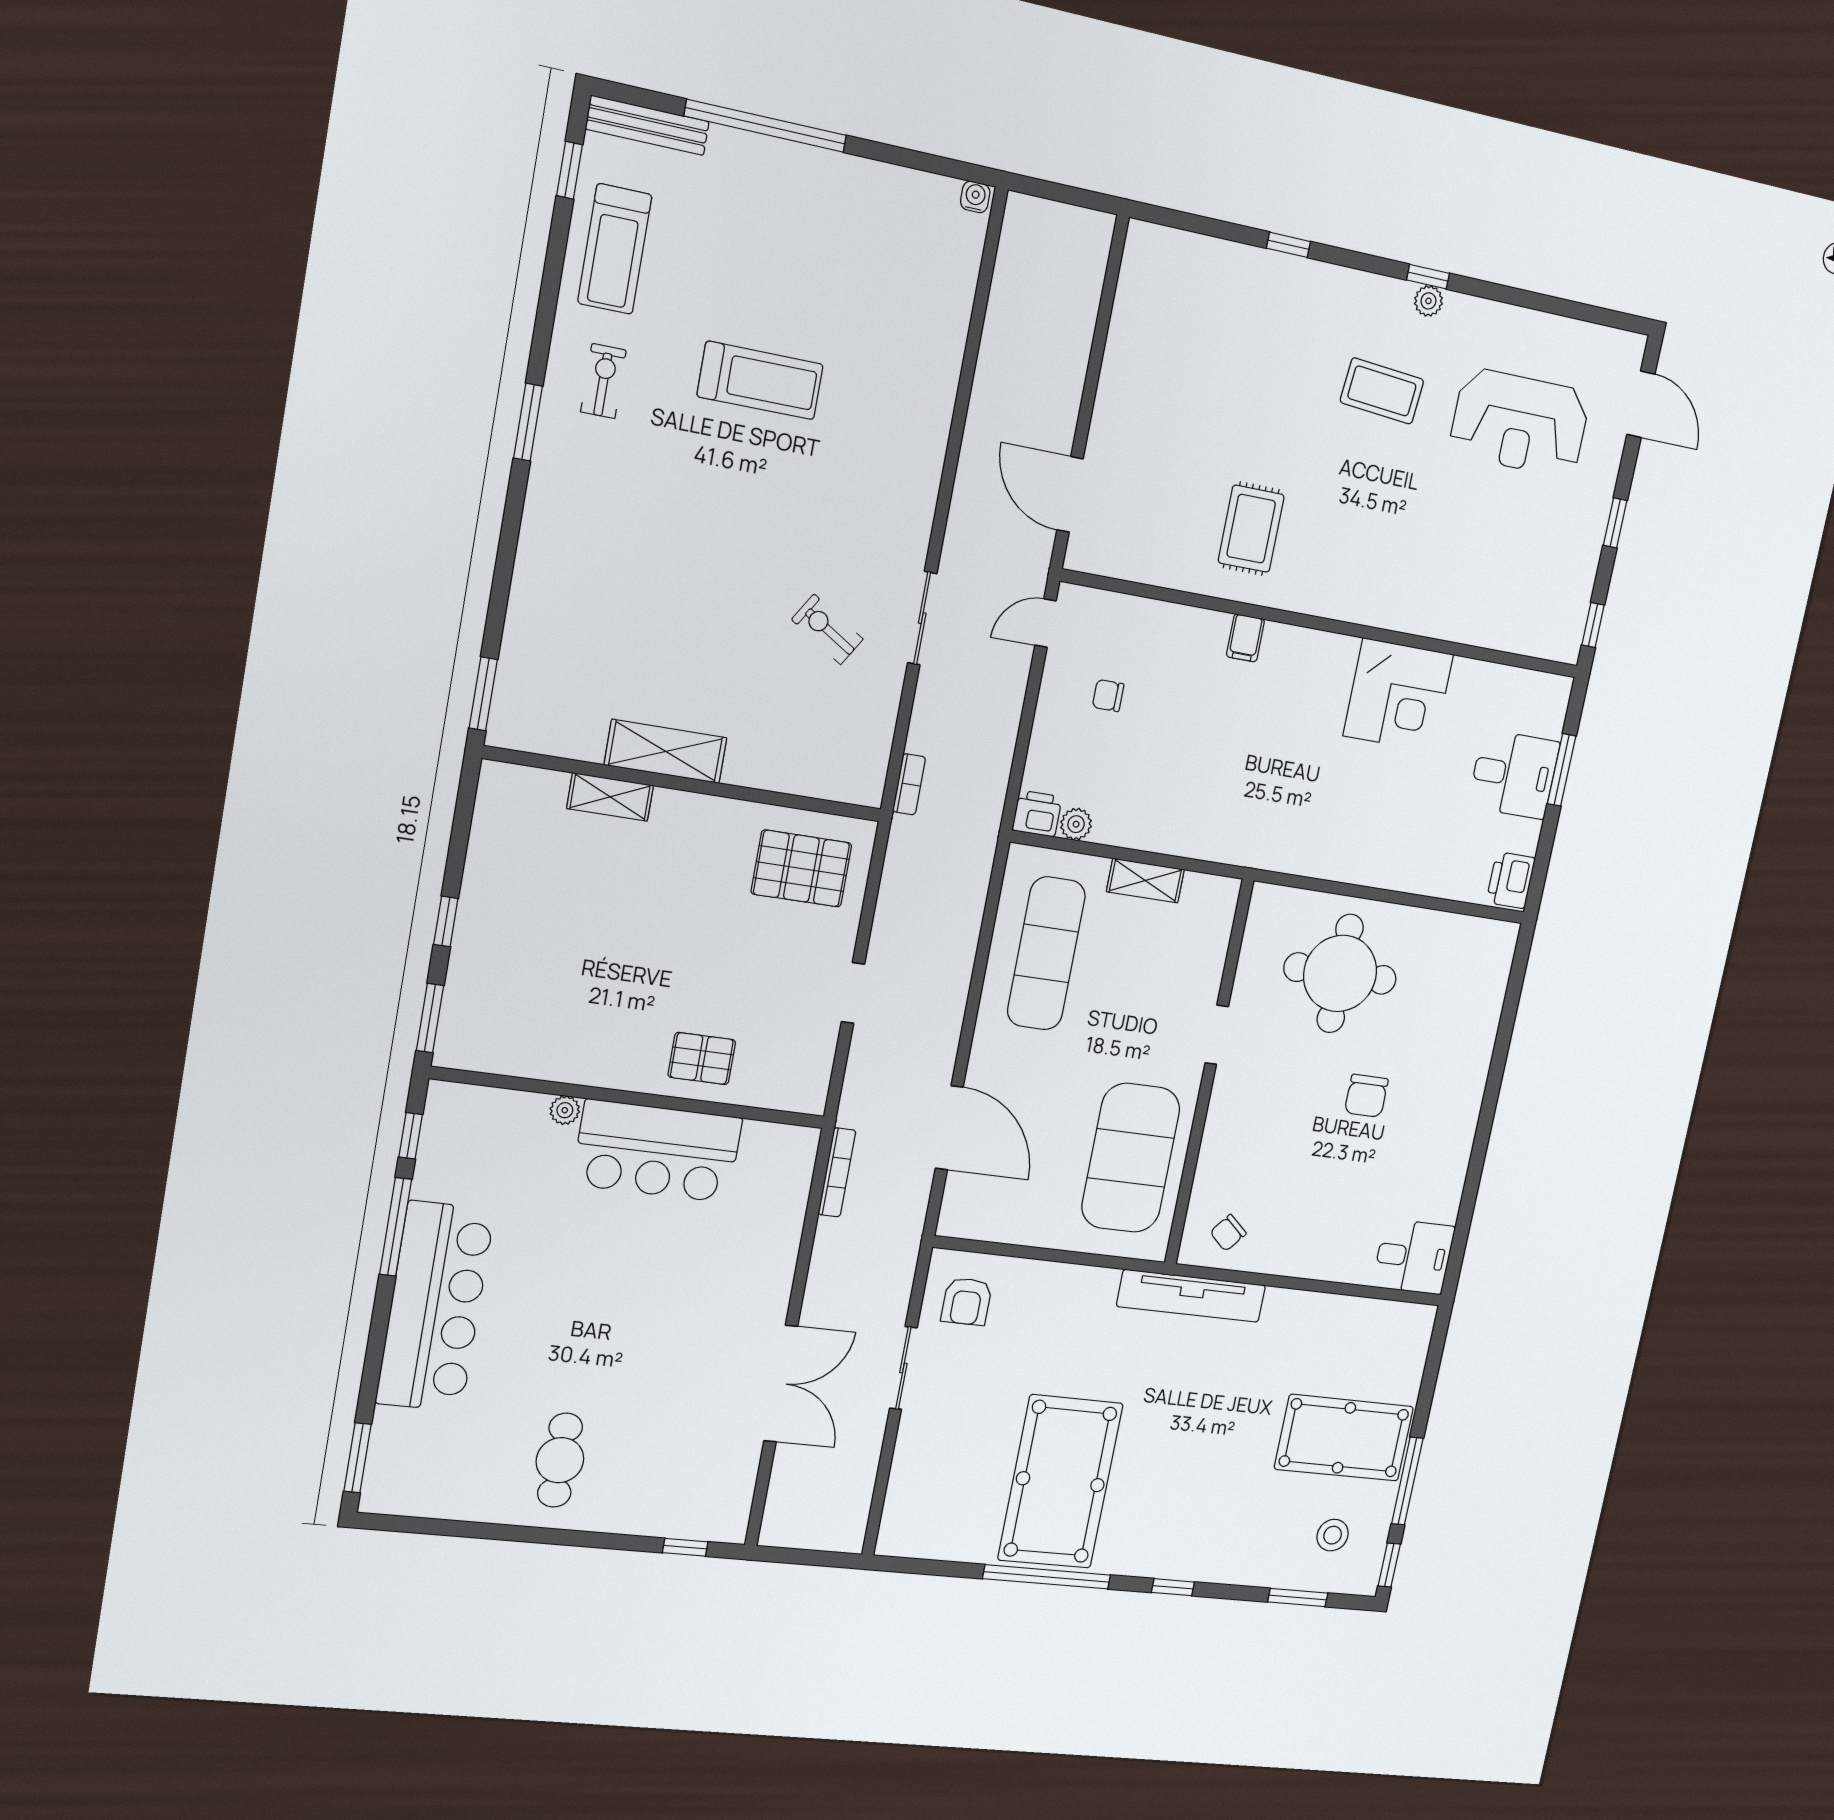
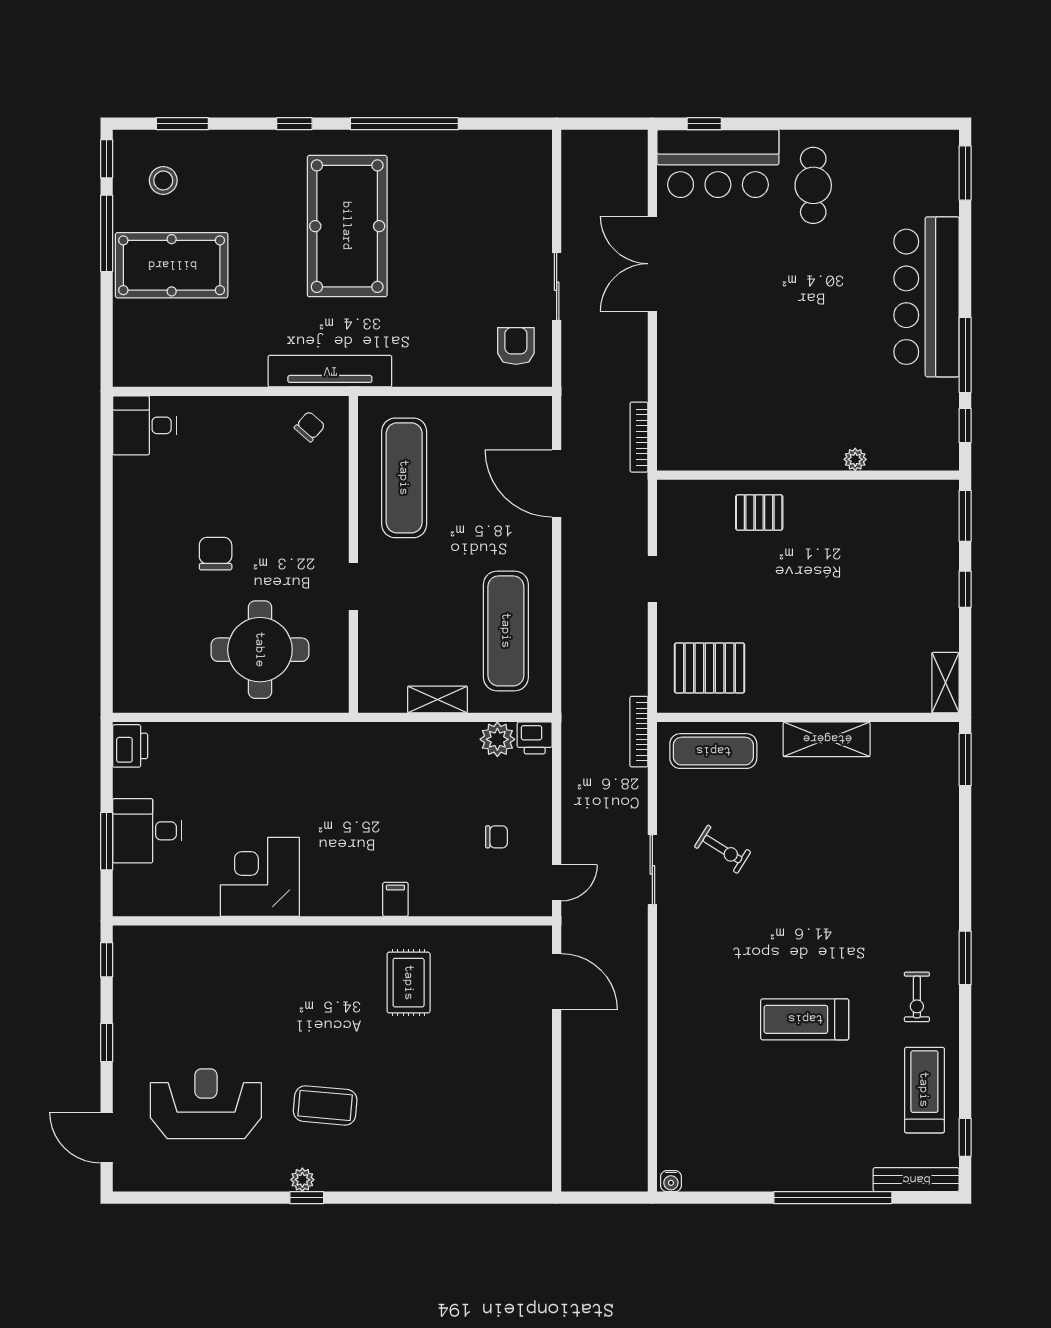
window: (1288, 245) -> (424, 1198), removed
exercise mat: (816, 760) -> (713, 751), added
bookcase: (909, 784) -> (639, 732), width x1.56
shelving: (610, 797) -> (945, 683), moved, turned 90
plant: (1076, 824) -> (497, 739), width x1.38, depth x1.38
bar counter: (657, 1151) -> (718, 164), moved, turned 180
exercise mat: (1131, 1158) -> (404, 478), width x0.68
pool table: (1060, 1482) -> (347, 226), moved

